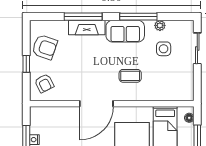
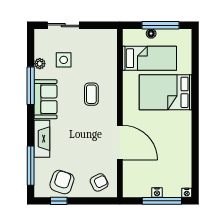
window: (83, 17) -> (31, 166), moved
window: (26, 64) -> (59, 201), moved
door: (96, 104) -> (120, 143), moved
floor lamp: (189, 118) -> (151, 34), moved

